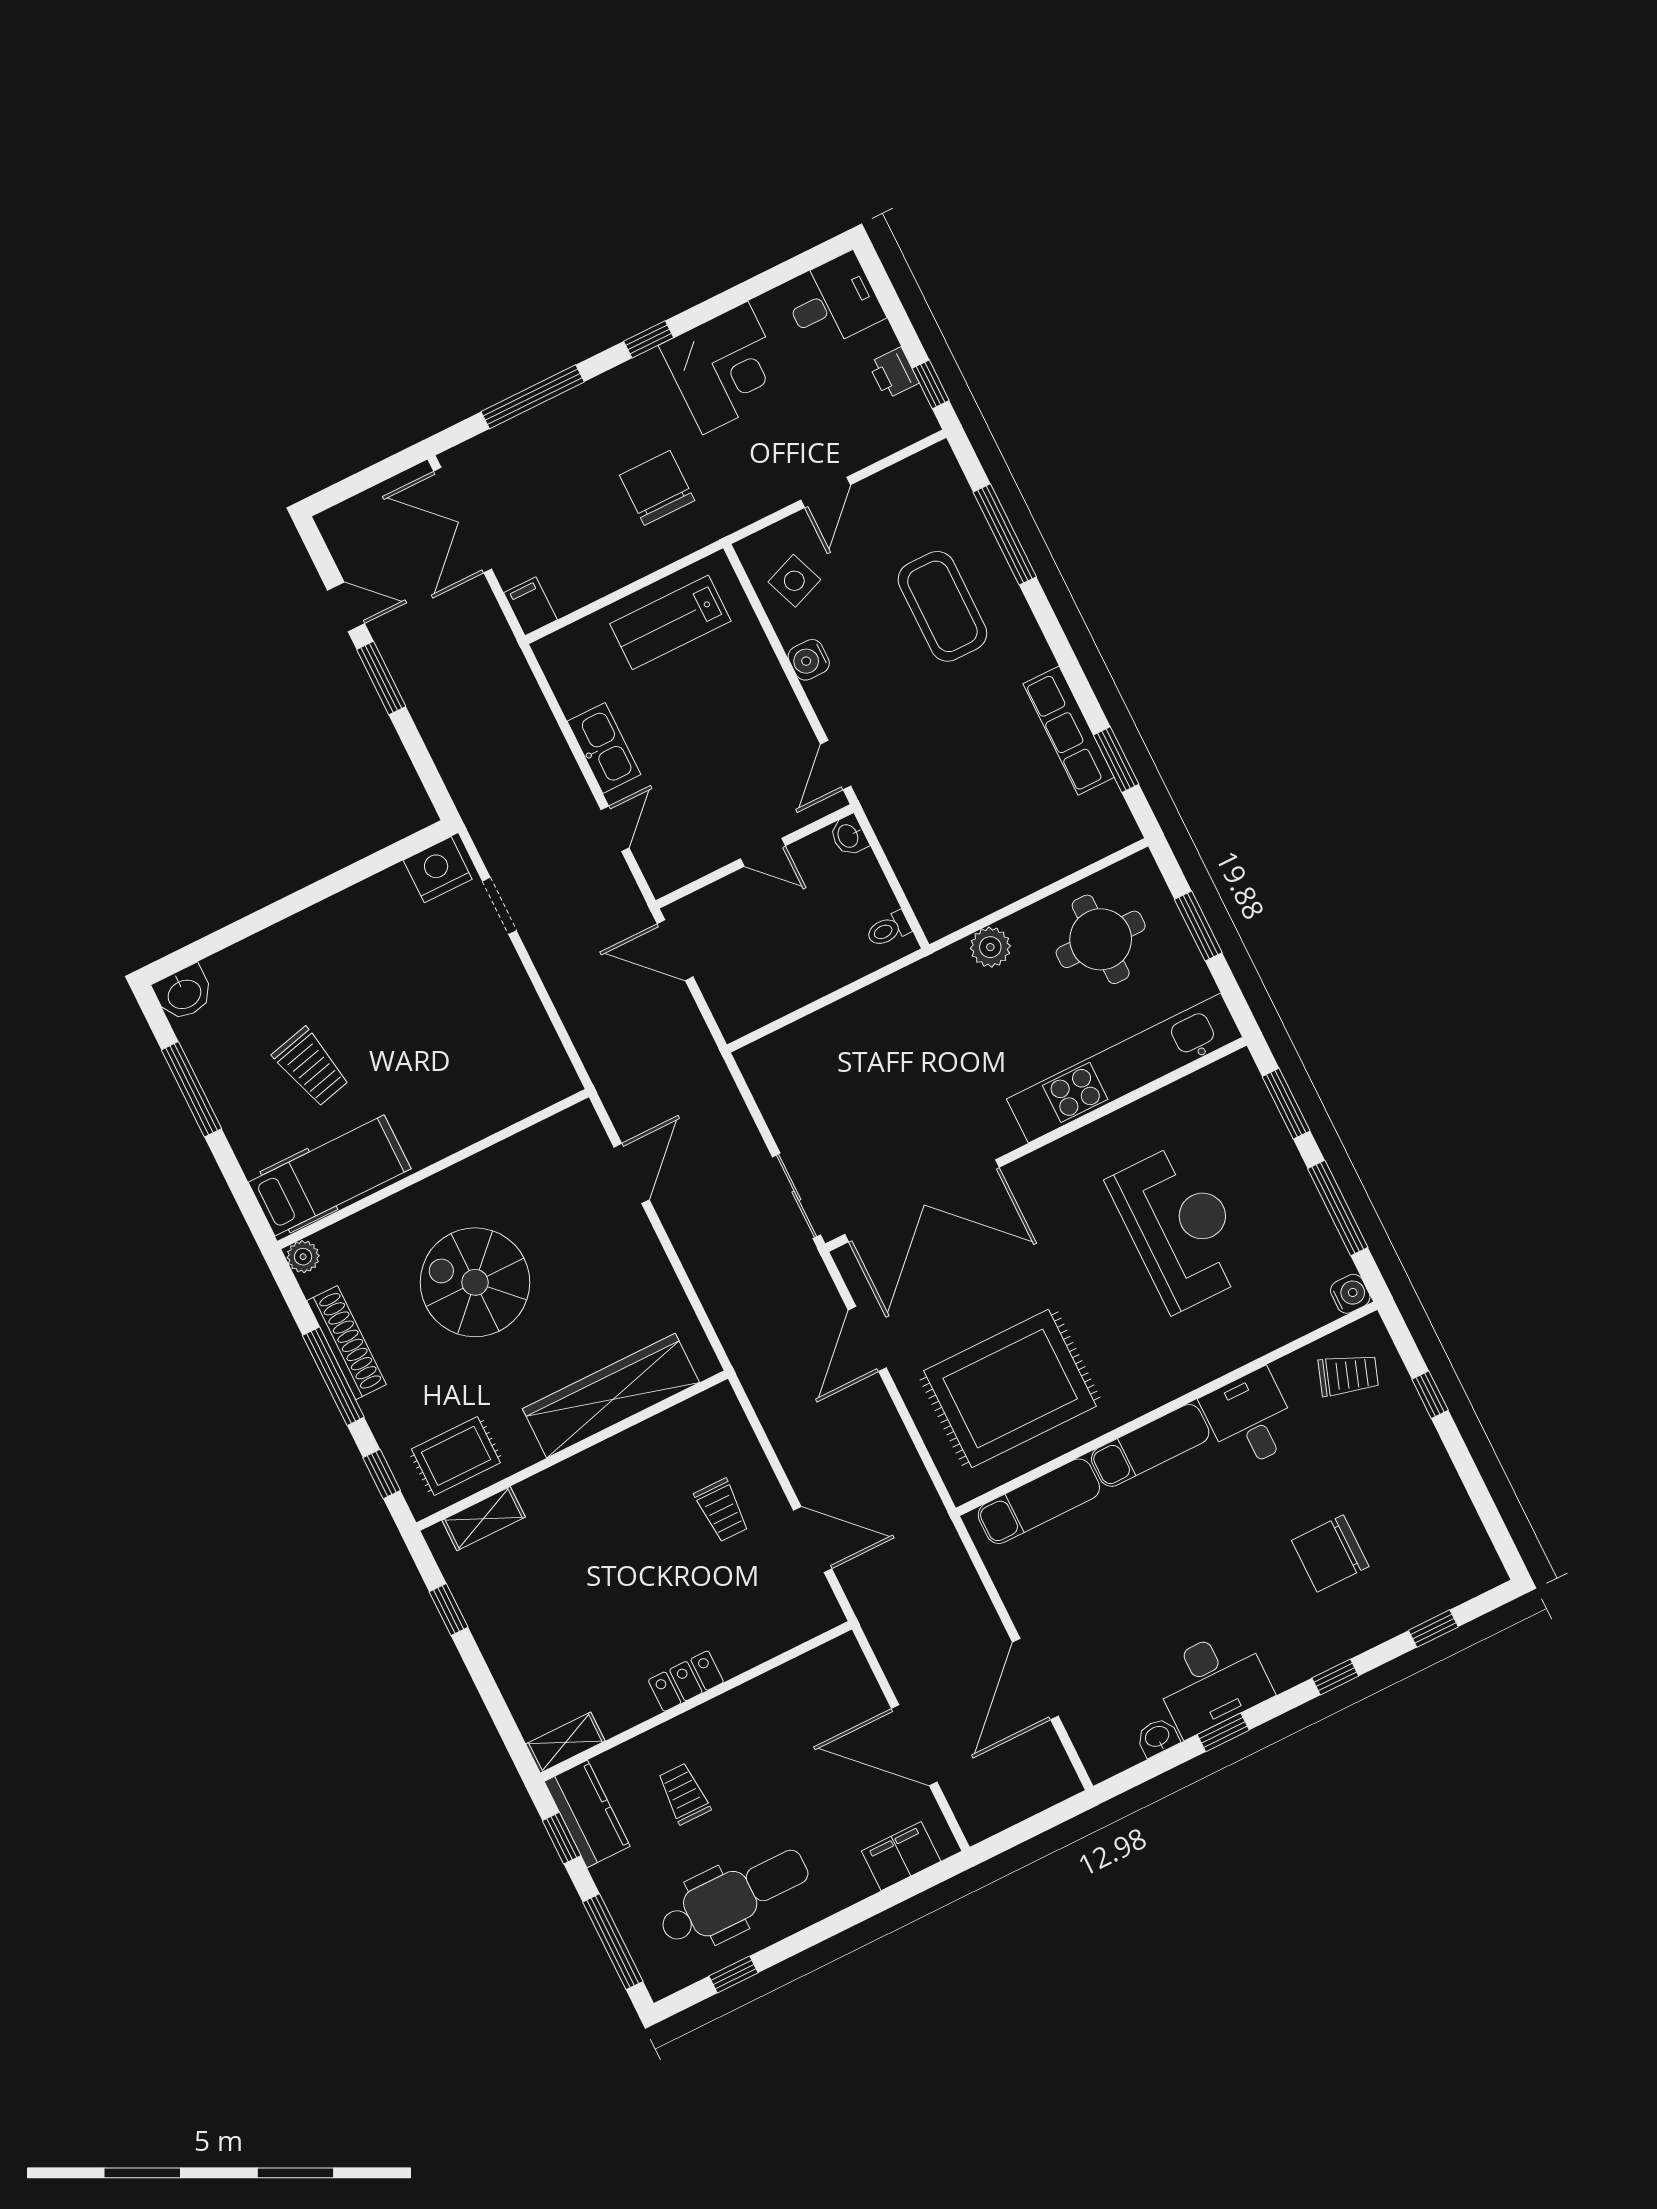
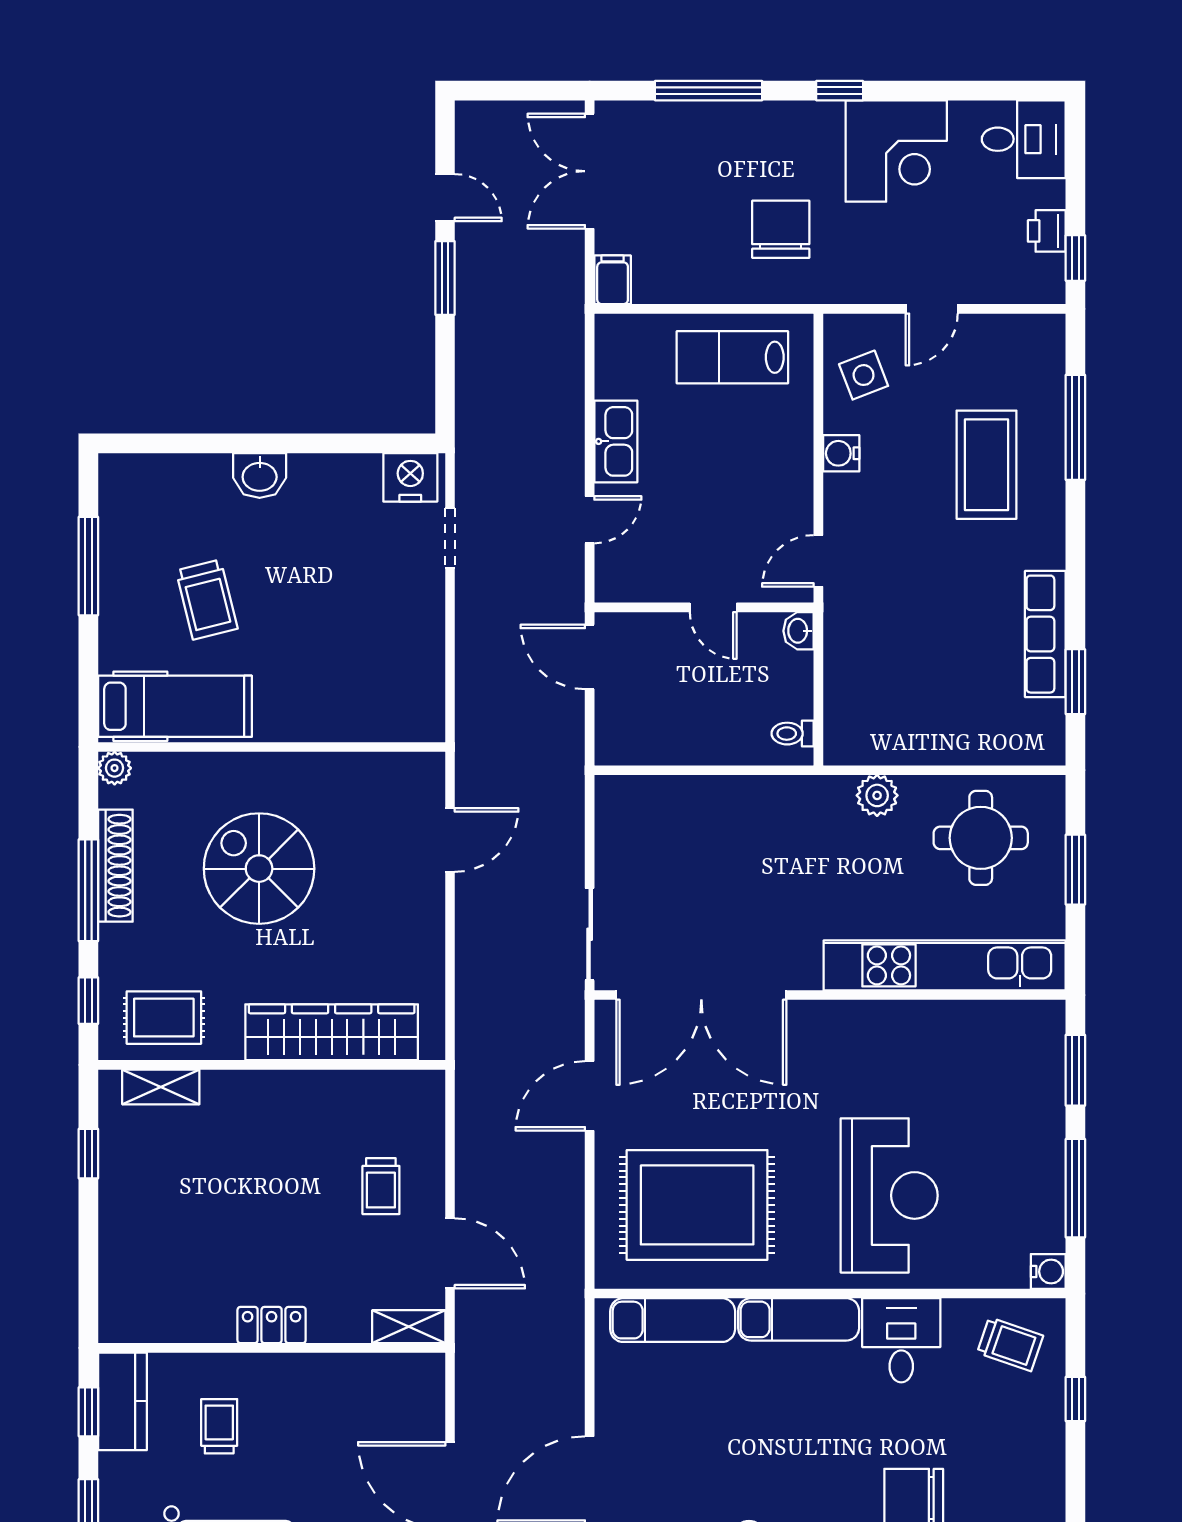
washbasin: (184, 993) -> (260, 476), moved
reception desk: (1180, 1227) -> (889, 1195), moved
shelving: (565, 1742) -> (409, 1327), moved

